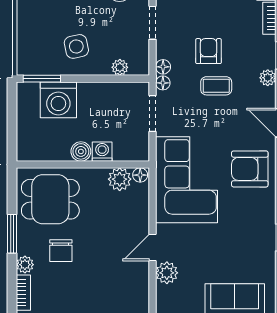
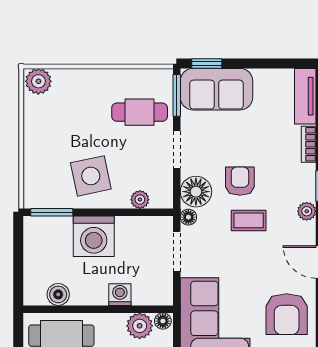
side table: (76, 46) -> (91, 176), width x1.37, depth x1.37
floor lamp: (163, 67) -> (196, 192), width x1.89, depth x1.89
washing machine: (58, 100) -> (94, 236), moved
boiler: (81, 151) -> (58, 294), moved
armchair: (250, 169) -> (287, 314), turned -90

